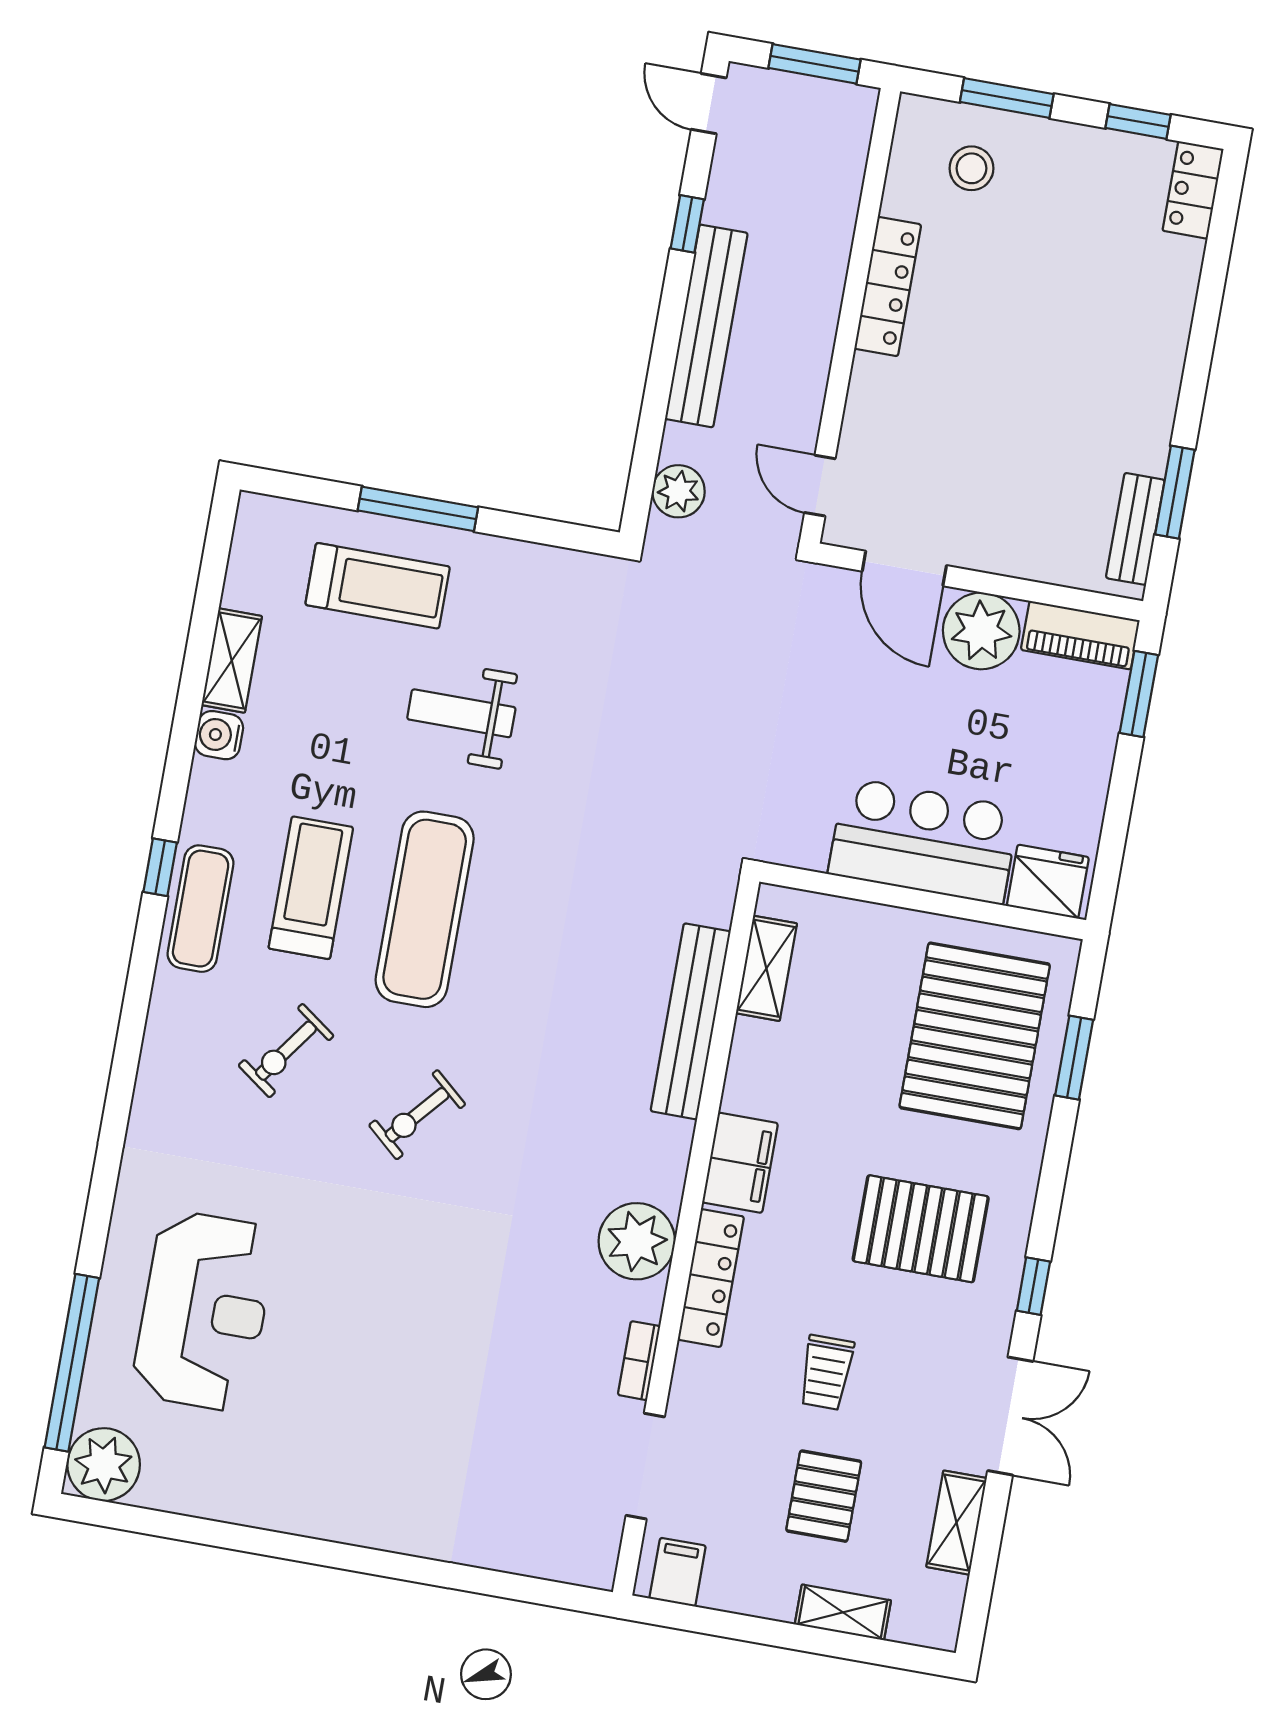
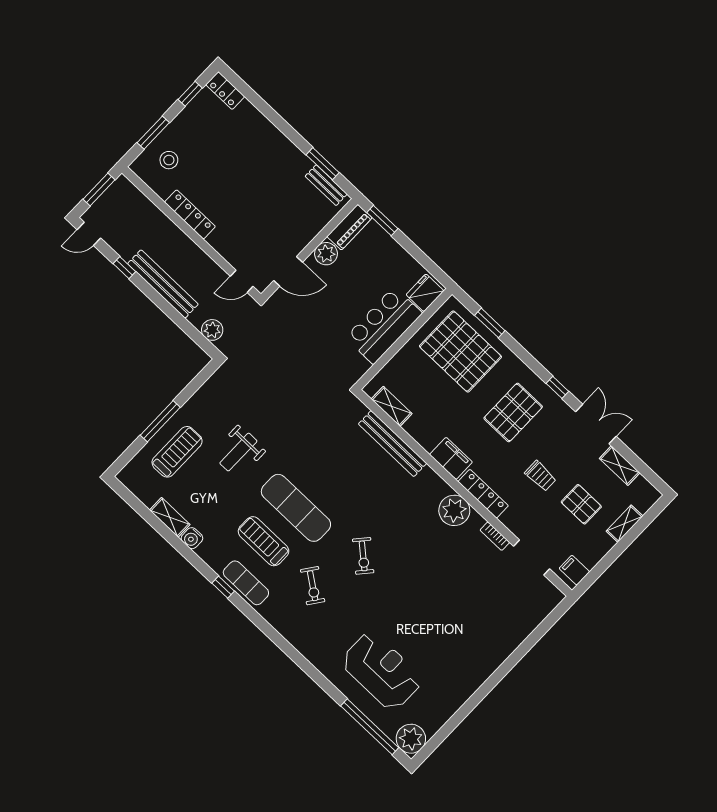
plant: (981, 631) -> (326, 254), width x0.73, depth x0.73

